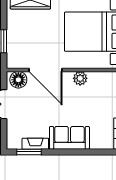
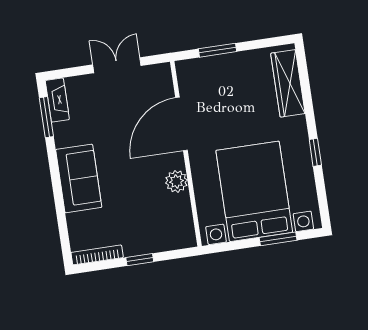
floor lamp: (18, 80) -> (159, 83), removed
fireplace: (35, 144) -> (57, 100), moved

